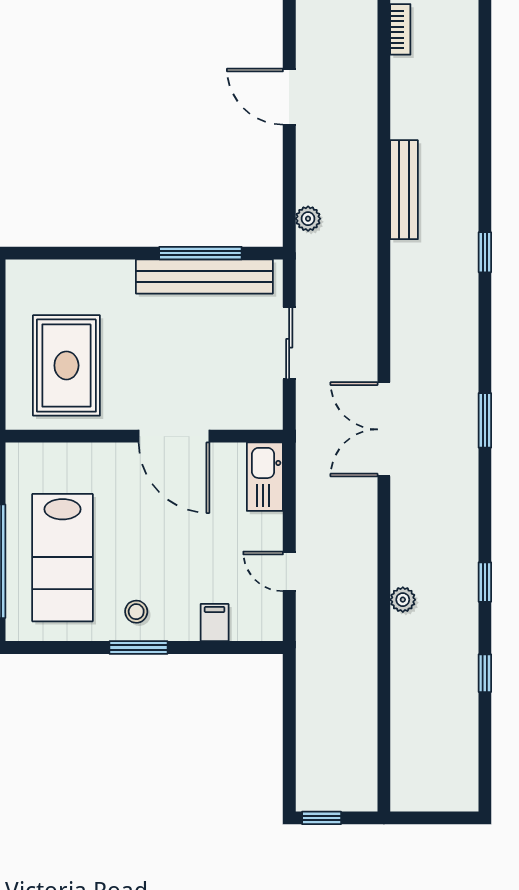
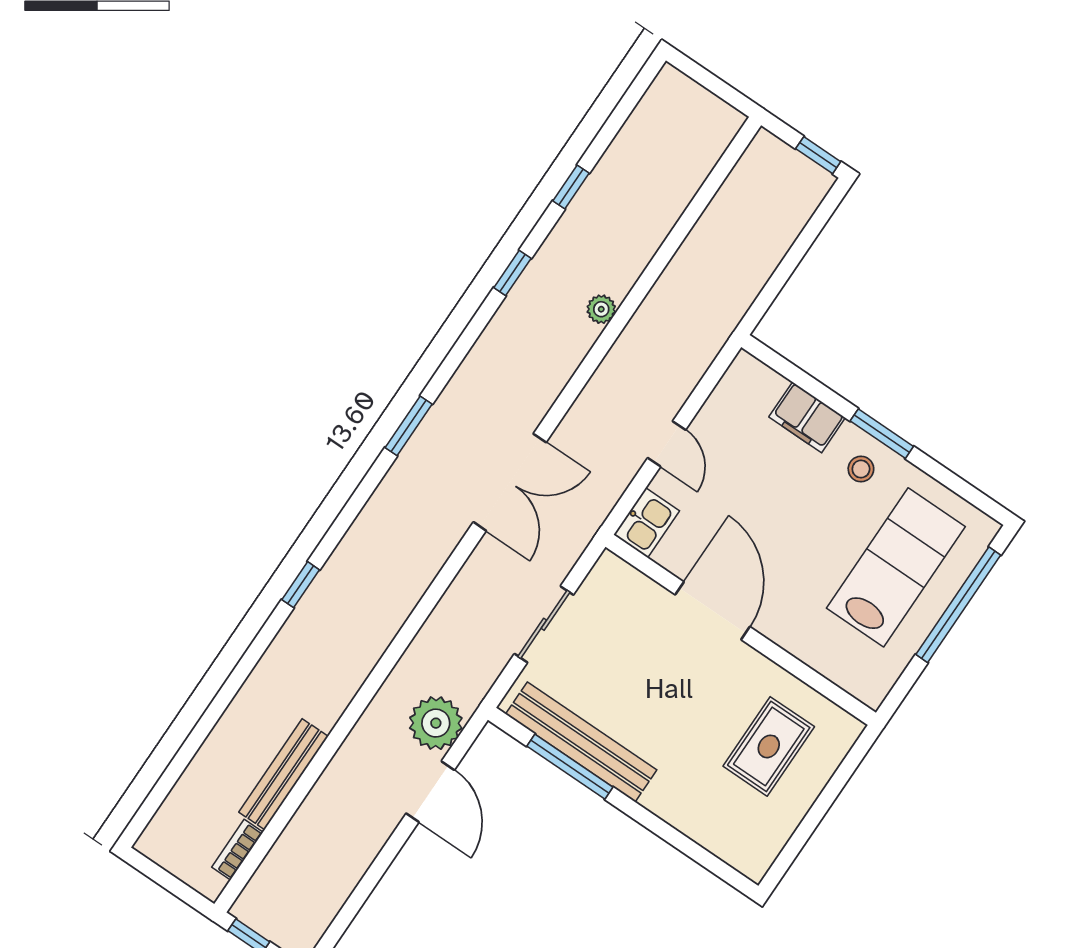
door: (289, 97) -> (430, 792), moved
bench: (404, 190) -> (283, 774), moved
plant: (308, 219) -> (436, 723), width x1.88, depth x1.88
rug: (66, 365) -> (769, 746), width x0.73, depth x0.70
kitchen sink: (265, 477) -> (647, 523), width x0.73
door: (289, 571) -> (667, 444), moved
filing cabinet: (215, 623) -> (807, 417), width x2.00

